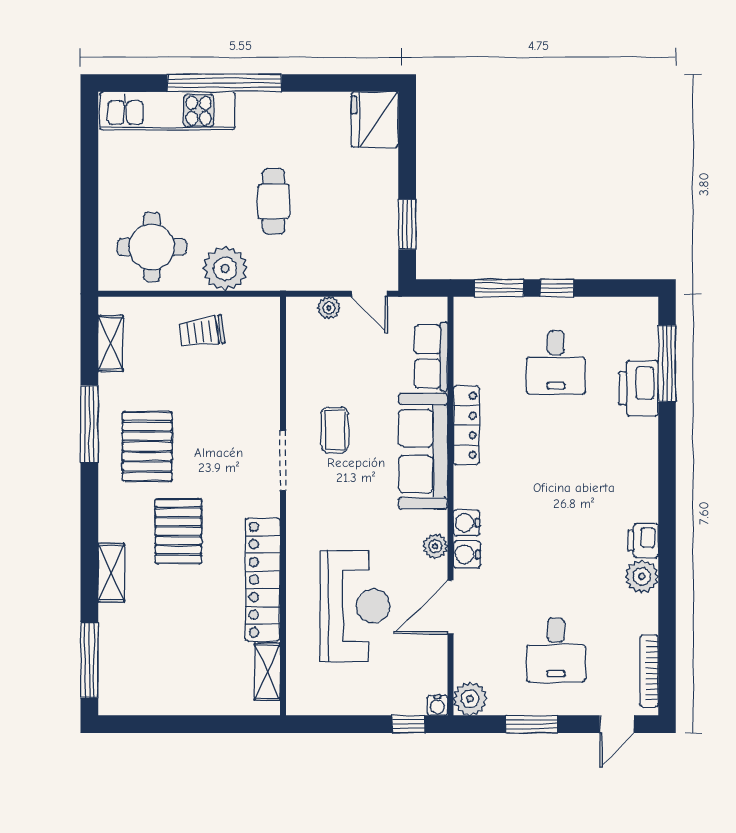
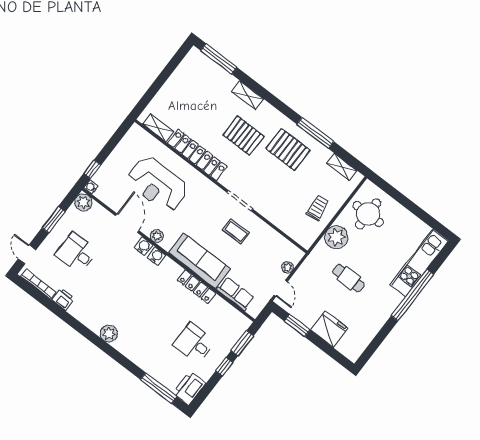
fridge: (375, 120) -> (329, 329), moved
door: (369, 294) -> (281, 288), swing flipped
printer: (639, 388) -> (189, 388), moved, turned -90
printer: (643, 541) -> (63, 299), moved
plant: (642, 576) -> (109, 334), moved

